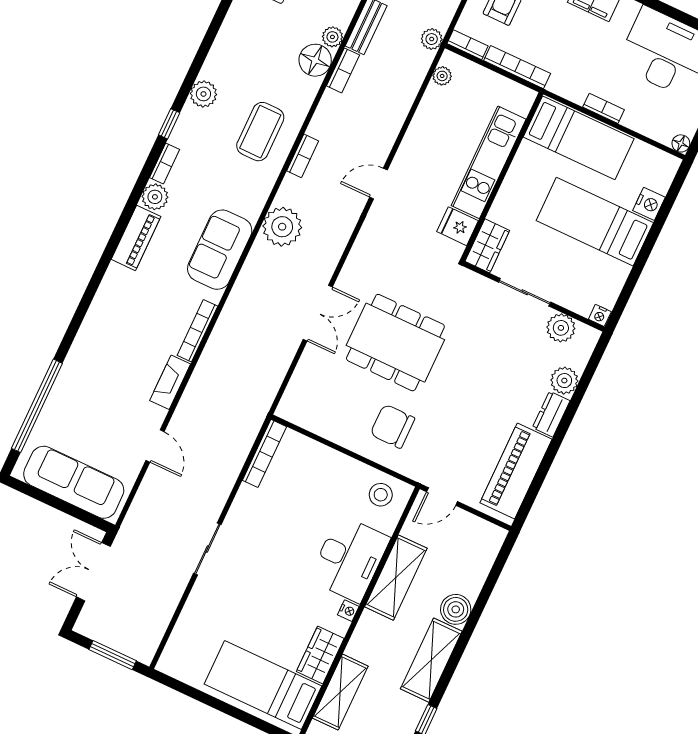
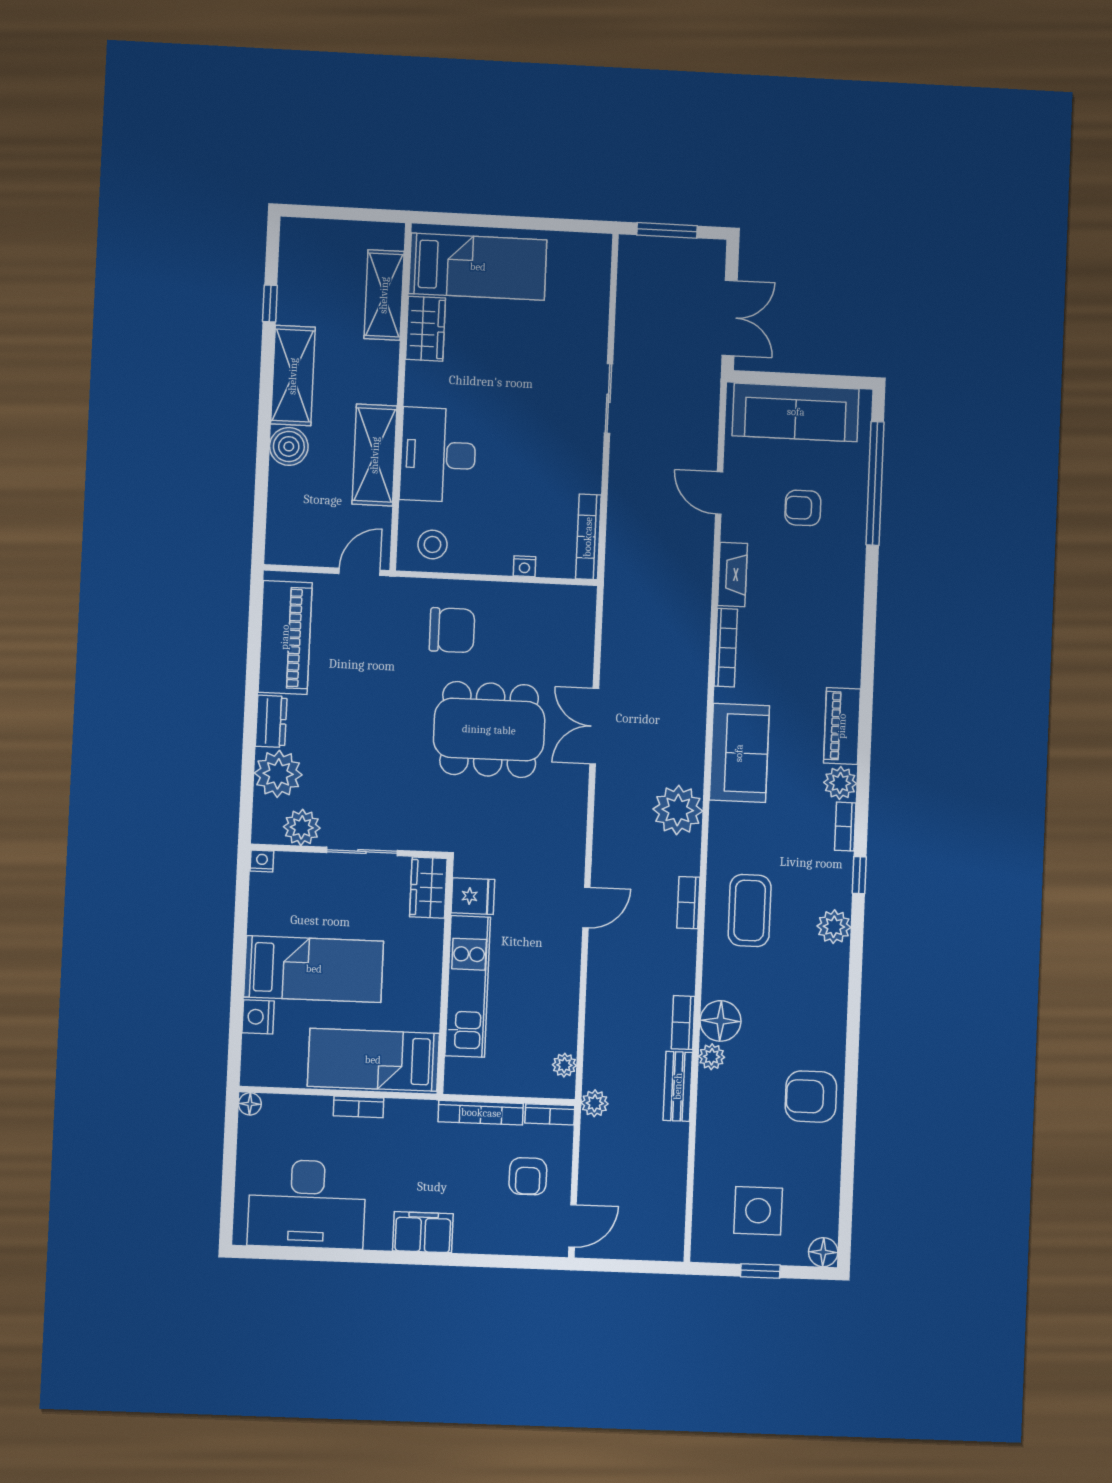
plant: (564, 381) -> (278, 774), width x1.36, depth x1.36
armchair: (98, 410) -> (803, 508), added
nightstand: (348, 611) -> (524, 566), moved, turned -90

